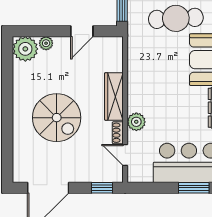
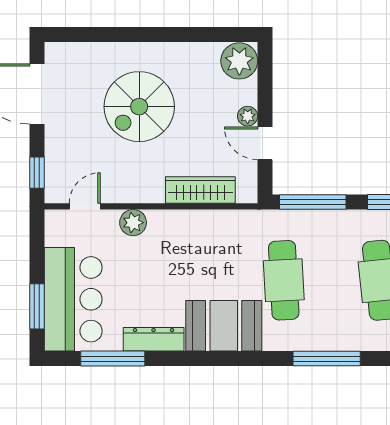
plant: (46, 43) -> (248, 116), moved
wardrobe: (114, 96) -> (200, 190), moved
shoe rack: (118, 133) -> (117, 196), removed

